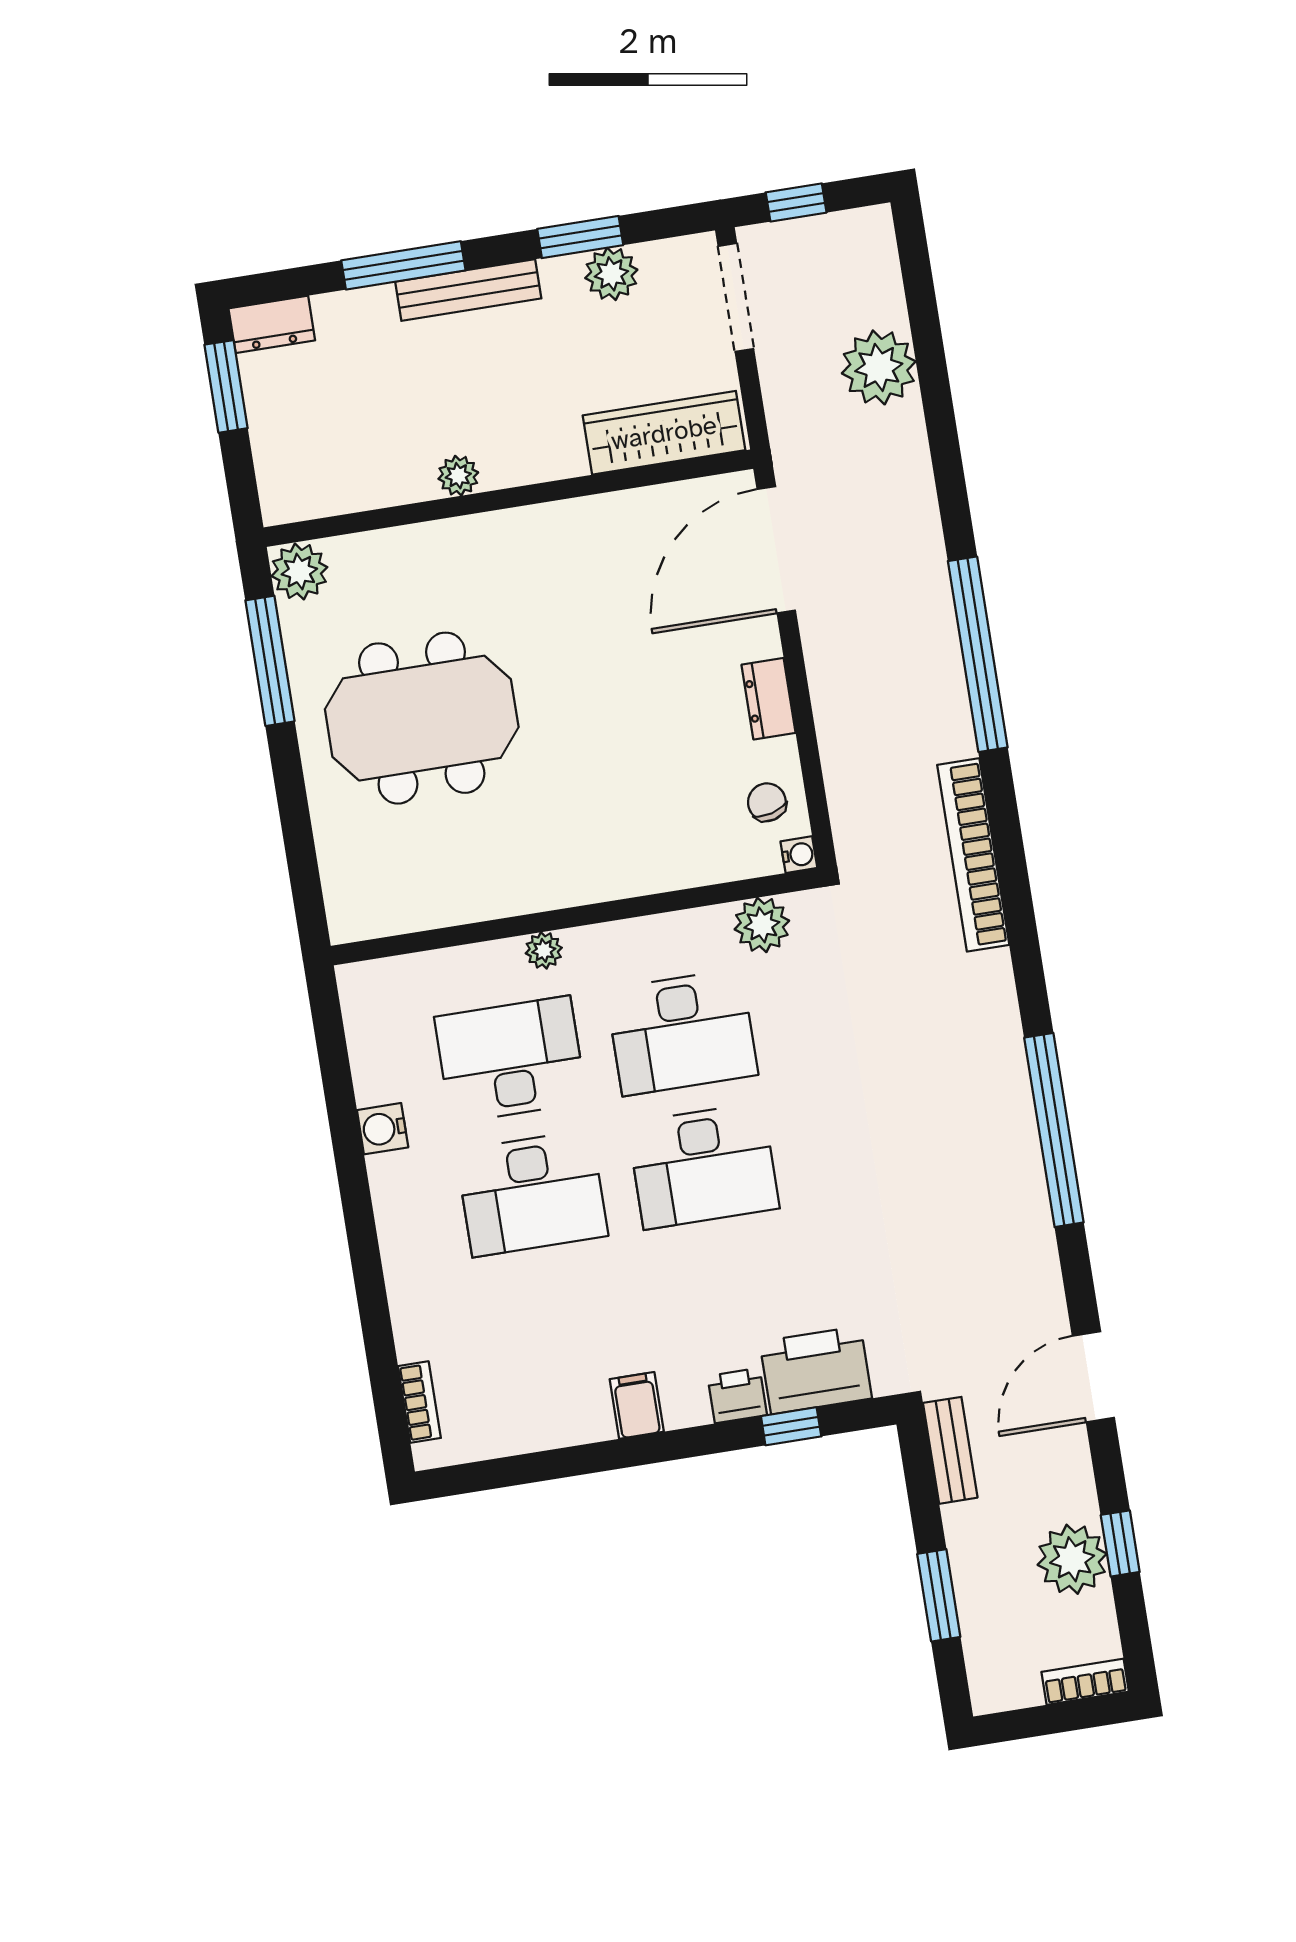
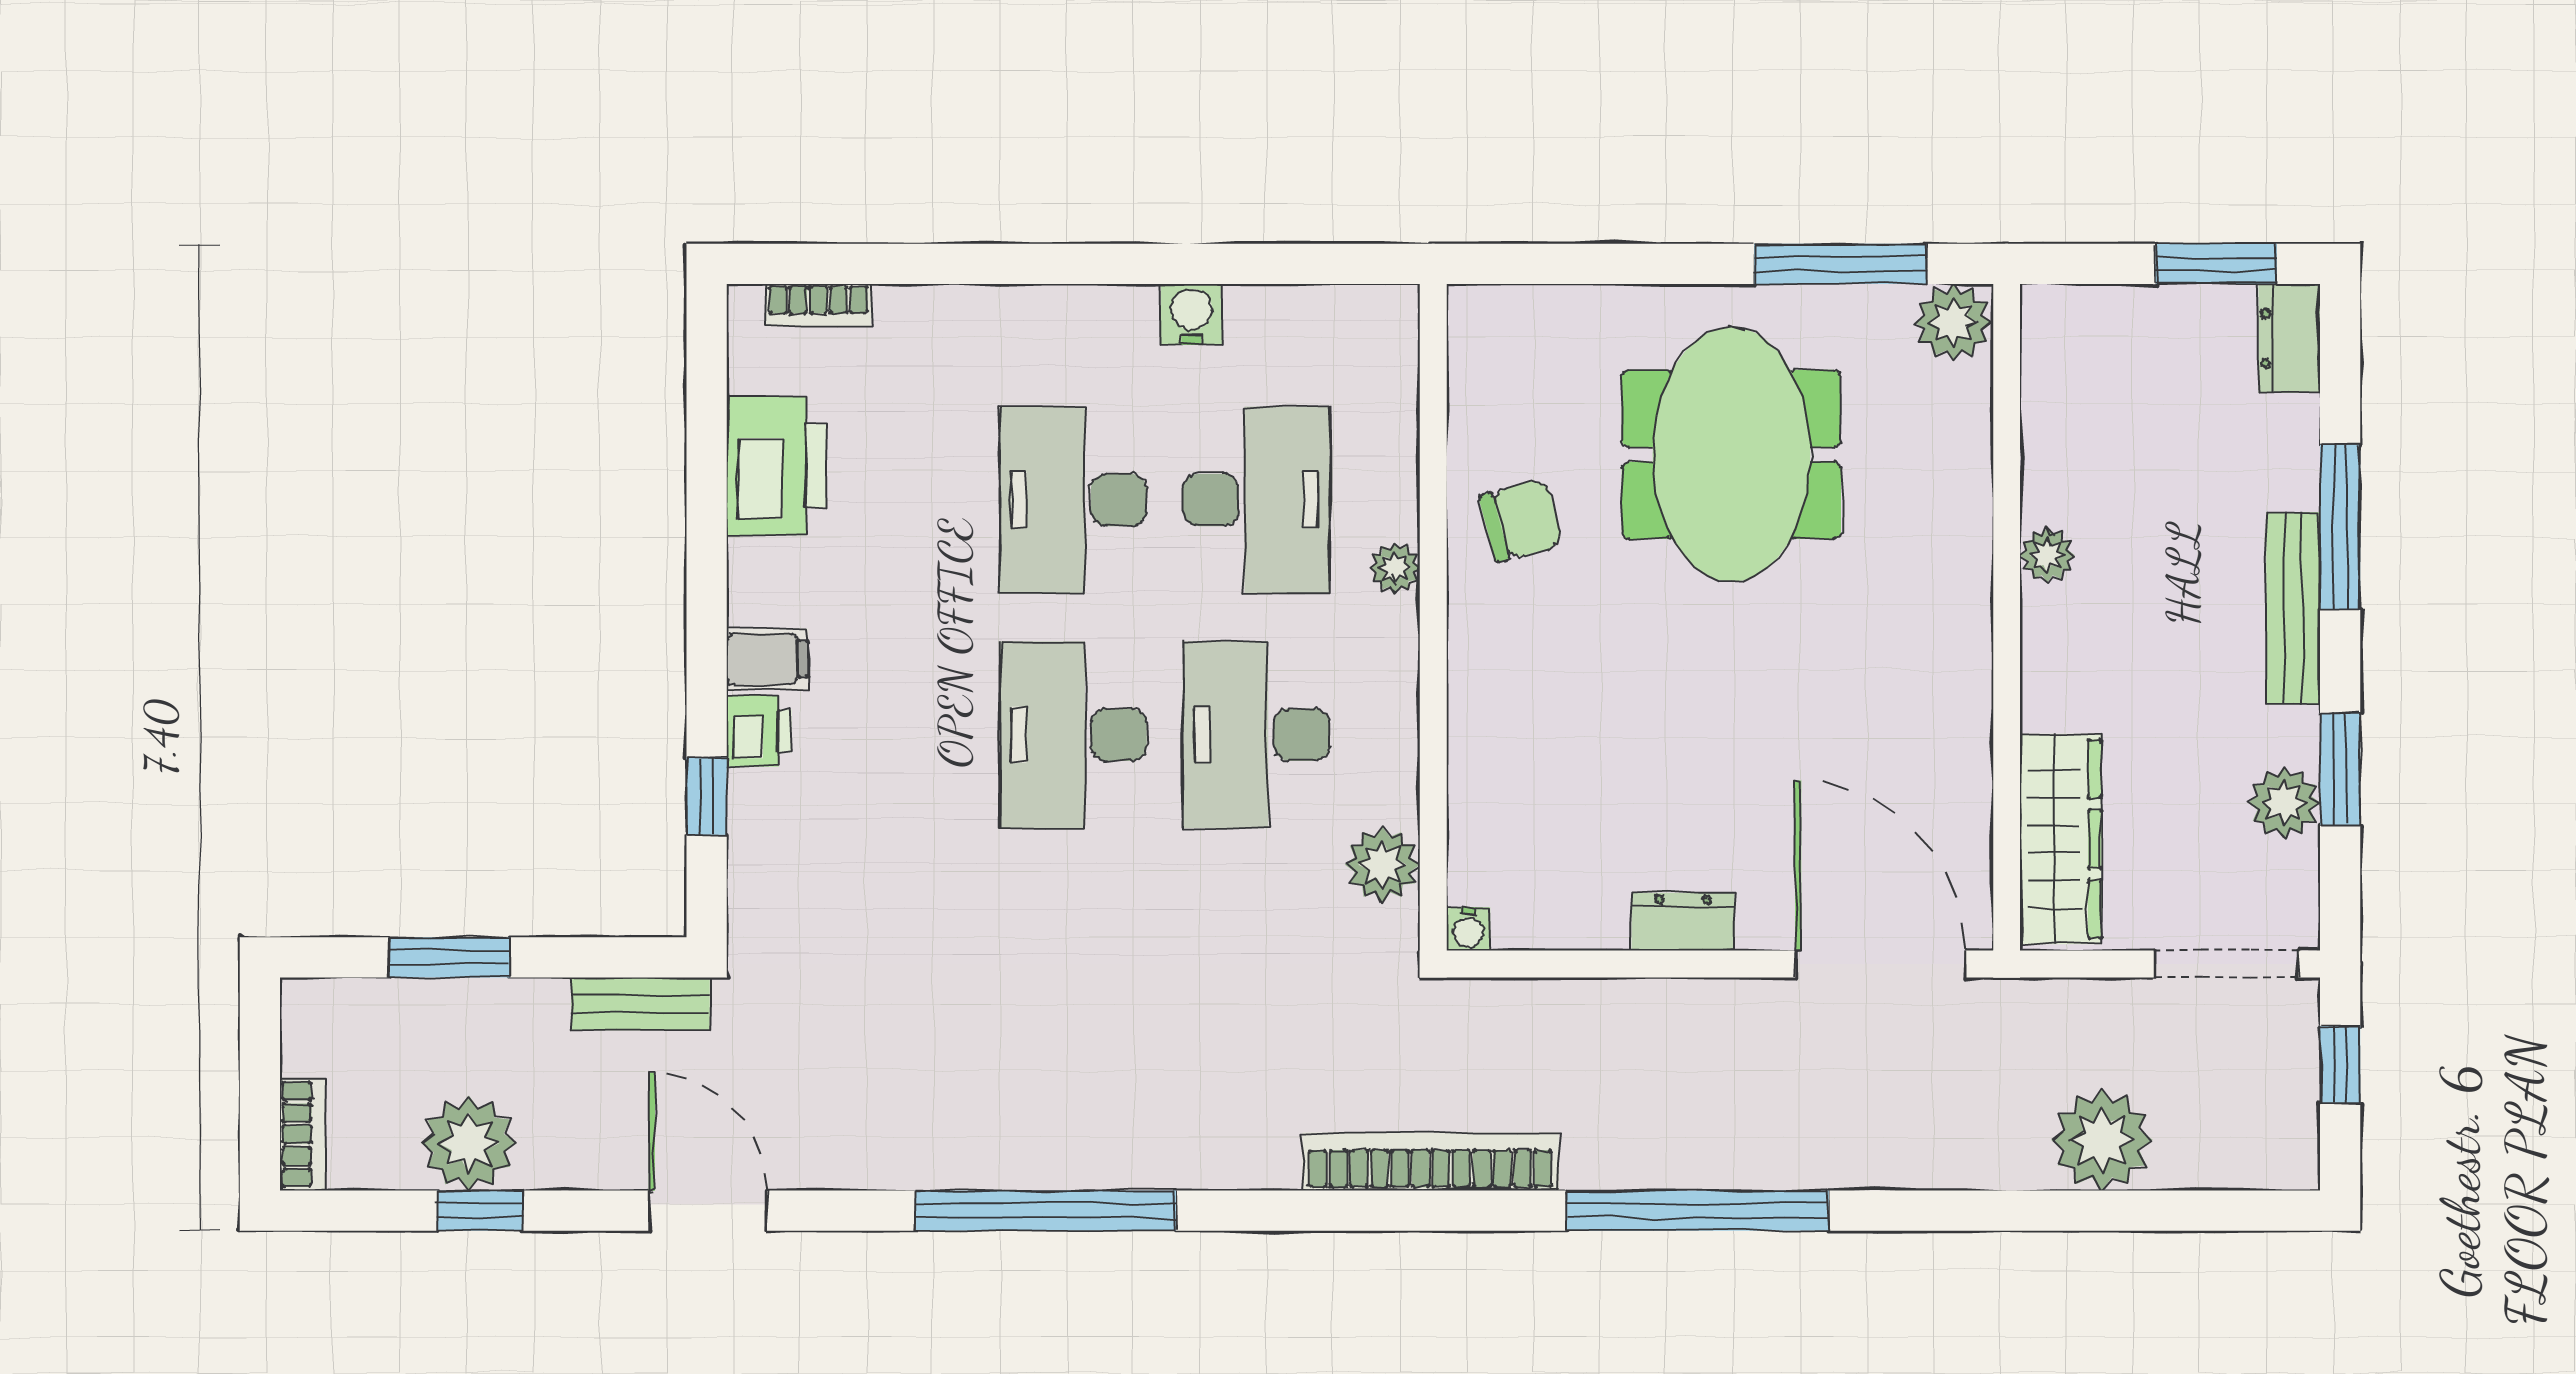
chair: (767, 802) -> (1521, 520), moved, width x1.37, depth x1.37
printer: (816, 1370) -> (776, 466), moved
filing cabinet: (637, 1405) -> (767, 659), moved

